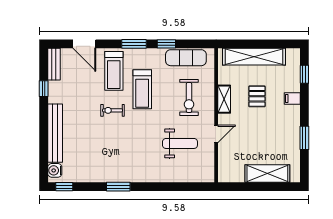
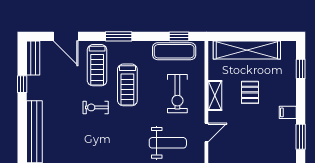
window: (166, 44) -> (179, 36), moved
filing cabinet: (292, 99) -> (288, 112), moved

